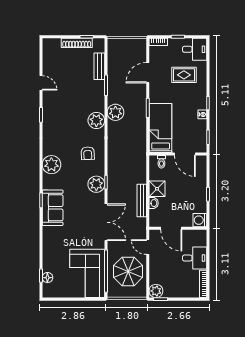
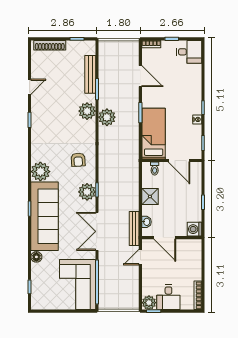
shoe rack: (77, 43) -> (50, 45), moved
bench: (99, 66) -> (90, 74), width x1.36
door: (148, 73) -> (140, 76), swing flipped
rug: (184, 75) -> (178, 78), removed
door: (41, 83) -> (30, 87), hinge flipped
plant: (96, 120) -> (87, 111), moved
bench: (142, 201) -> (134, 228), moved
washbasin: (154, 203) -> (146, 222), moved
sofa: (53, 208) -> (45, 216), width x1.85, depth x1.27
double door: (106, 222) -> (97, 231), swing flipped
door: (148, 247) -> (140, 257), hinge flipped
desk: (195, 258) -> (168, 297), moved, turned 90
parasol: (128, 271) -> (120, 282), removed
floor lamp: (47, 278) -> (36, 257), moved

